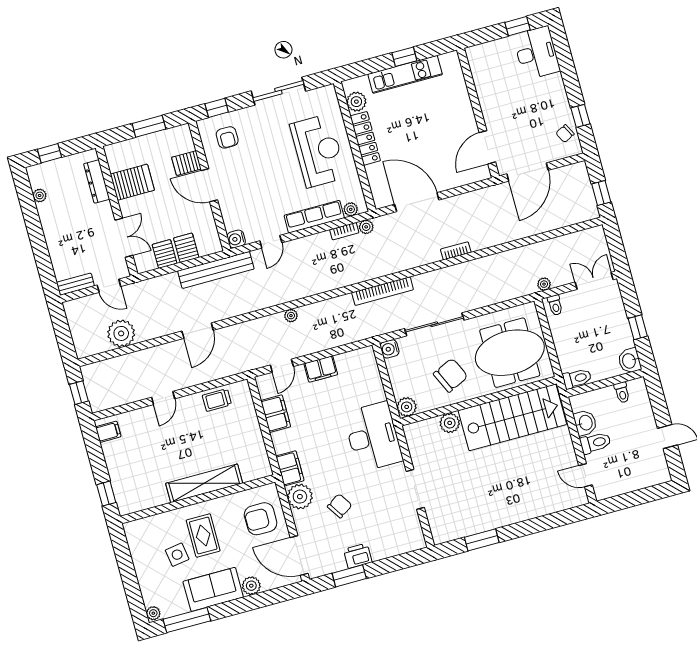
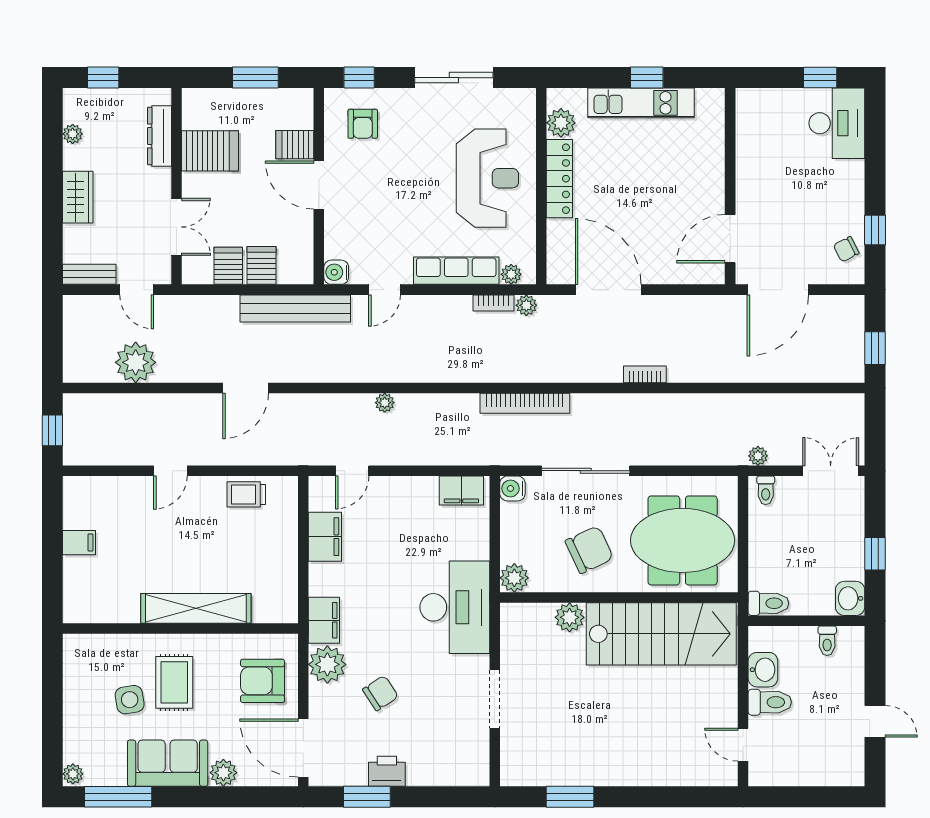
wardrobe: (54, 236) -> (78, 197), added
filing cabinet: (321, 369) -> (461, 491), moved
filing cabinet: (108, 432) -> (79, 543), moved
window: (106, 494) -> (52, 585), removed

